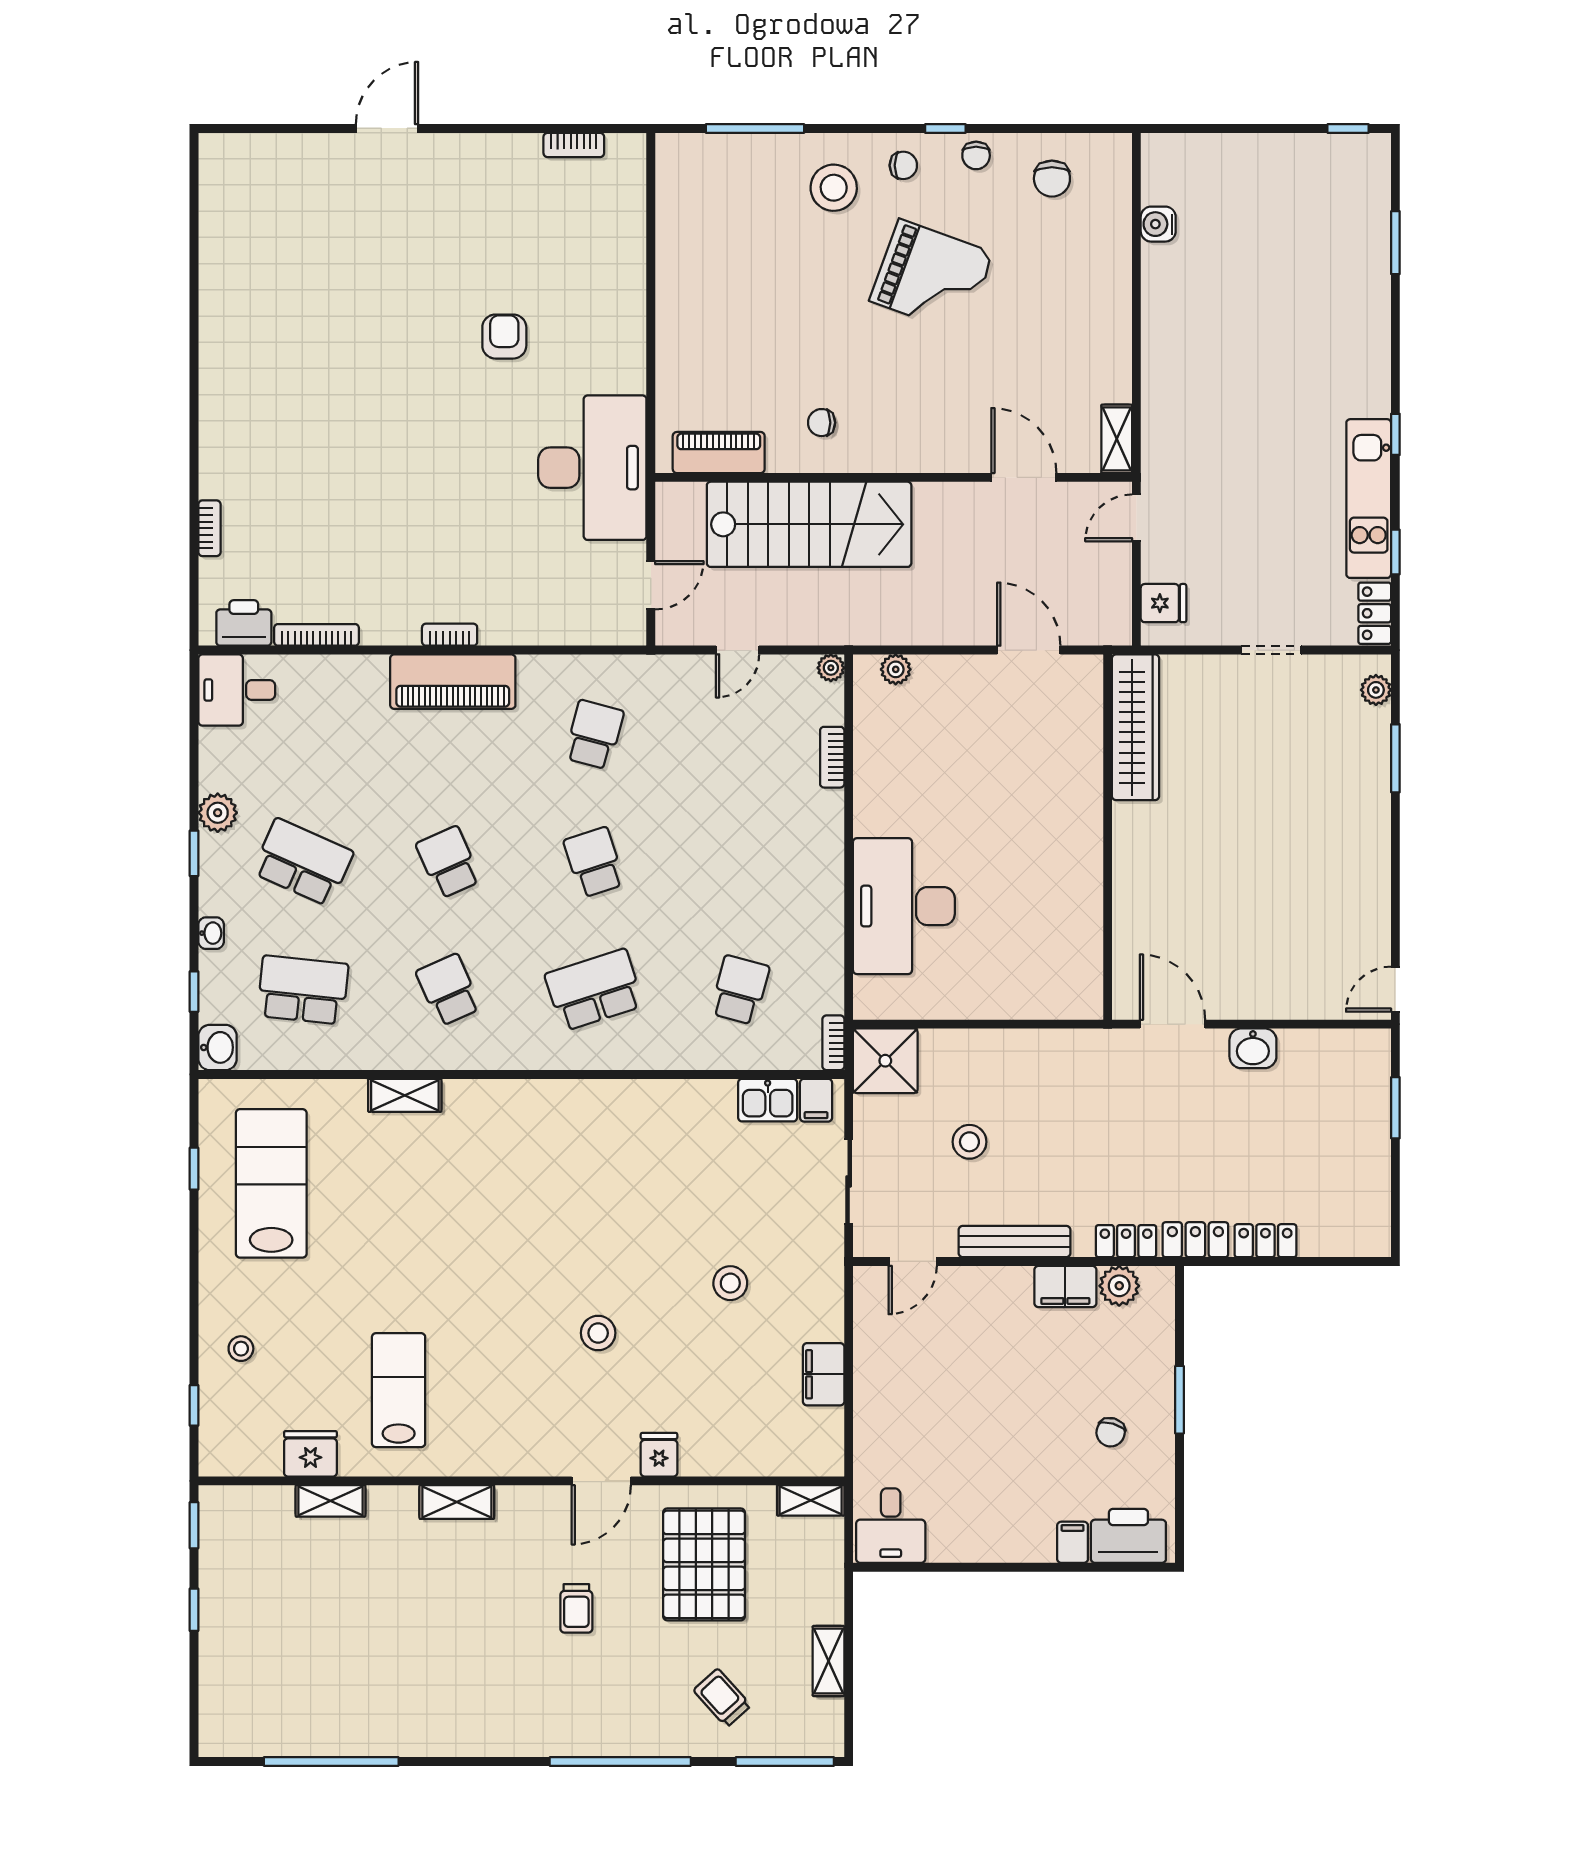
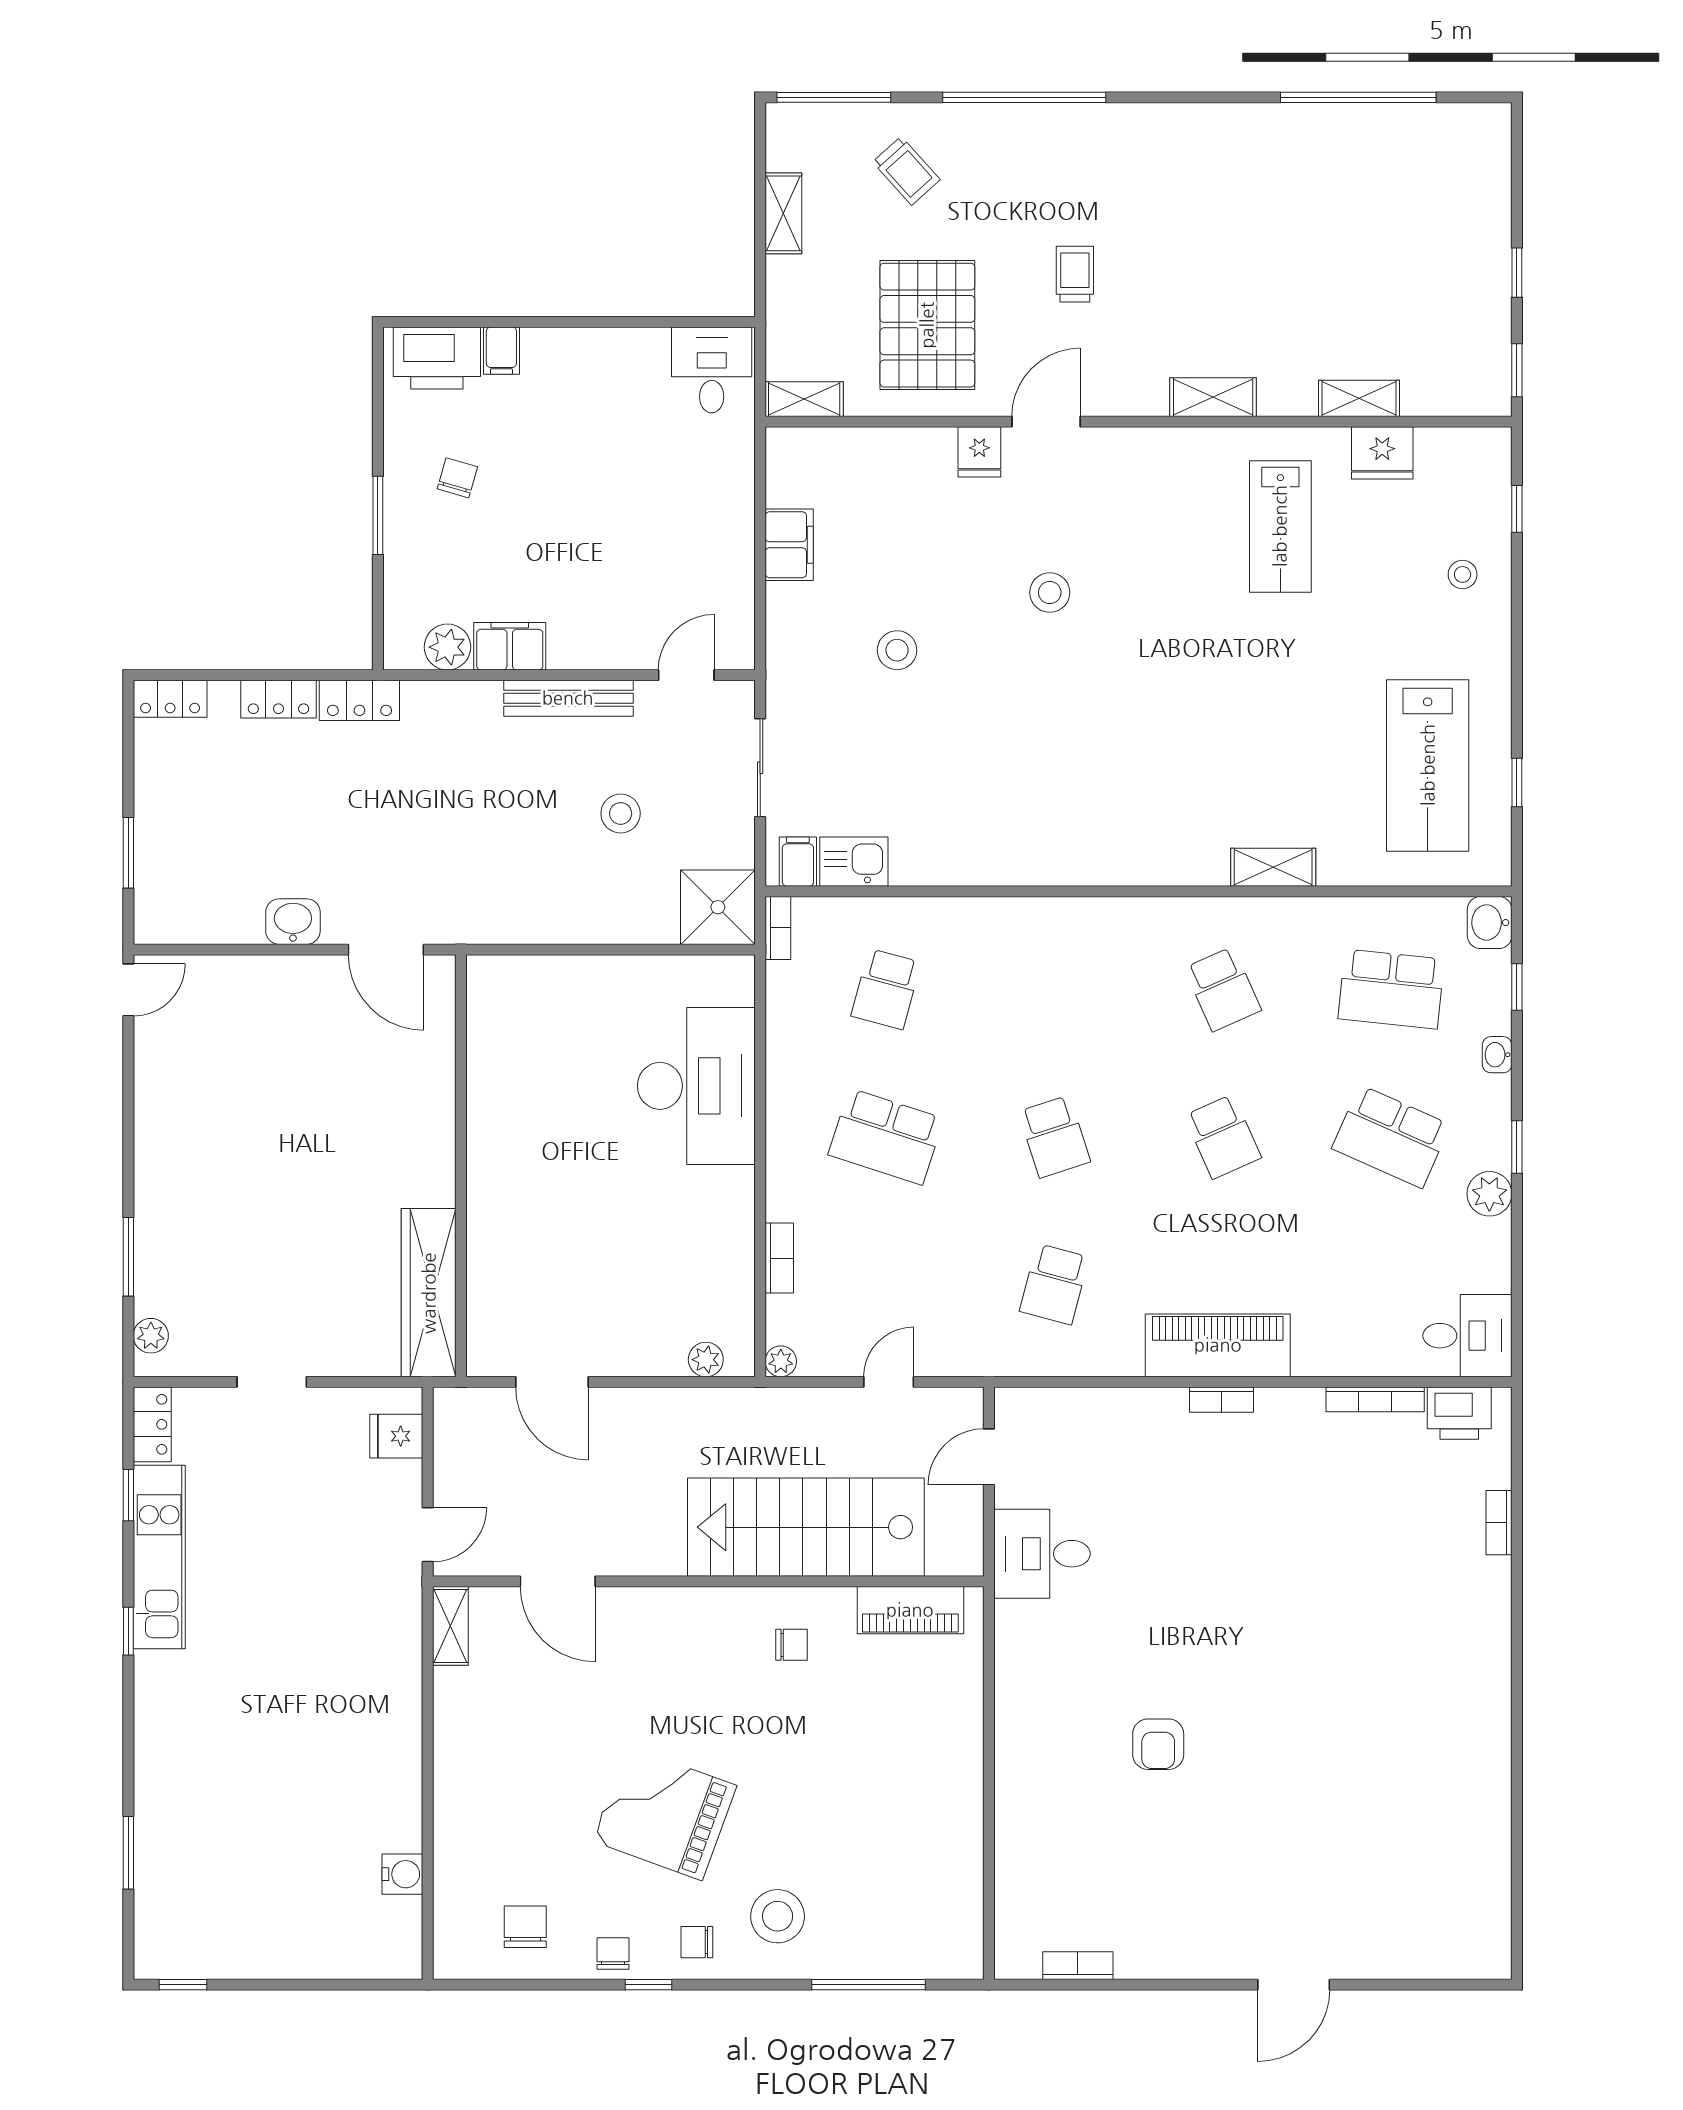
desk: (592, 468) -> (1042, 1554), width x0.53, depth x0.77
school desk: (594, 990) -> (886, 1137), moved, turned 36
locker: (1126, 1241) -> (170, 699), moved

